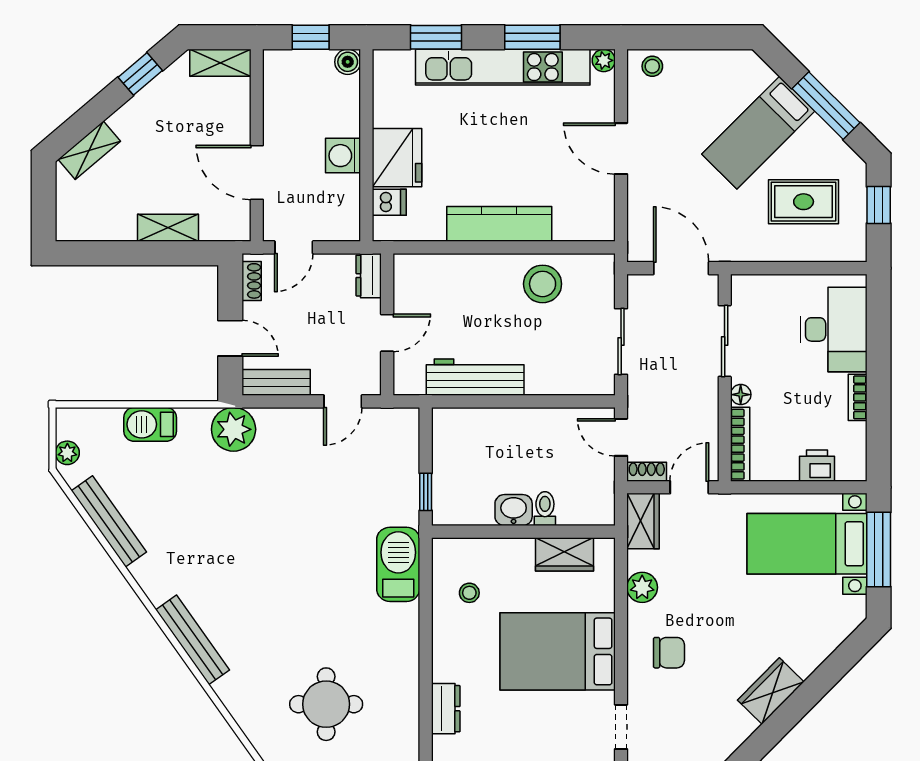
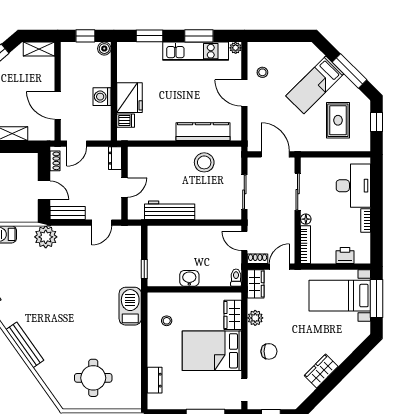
stool: (652, 66) -> (262, 72), moved
kitchen unit: (503, 67) -> (196, 51), width x0.73
rug: (804, 202) -> (338, 120), turned 90
kitchen counter: (499, 224) -> (203, 132), moved
toilet: (545, 509) -> (236, 278), moved
wardrobe: (564, 554) -> (233, 315), moved, turned 90

